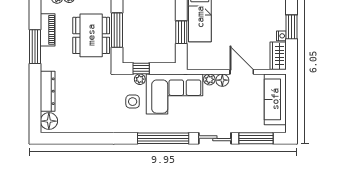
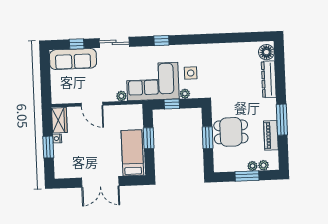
window: (117, 30) -> (208, 138), width x0.69
dining table: (91, 35) -> (231, 132), width x0.73
window: (141, 68) -> (172, 104), moved
floor lamp: (222, 80) -> (109, 96), removed
sofa: (275, 99) -> (73, 59), moved, turned 90
window: (163, 138) -> (161, 41), width x0.32
window: (256, 138) -> (77, 44), width x0.46

